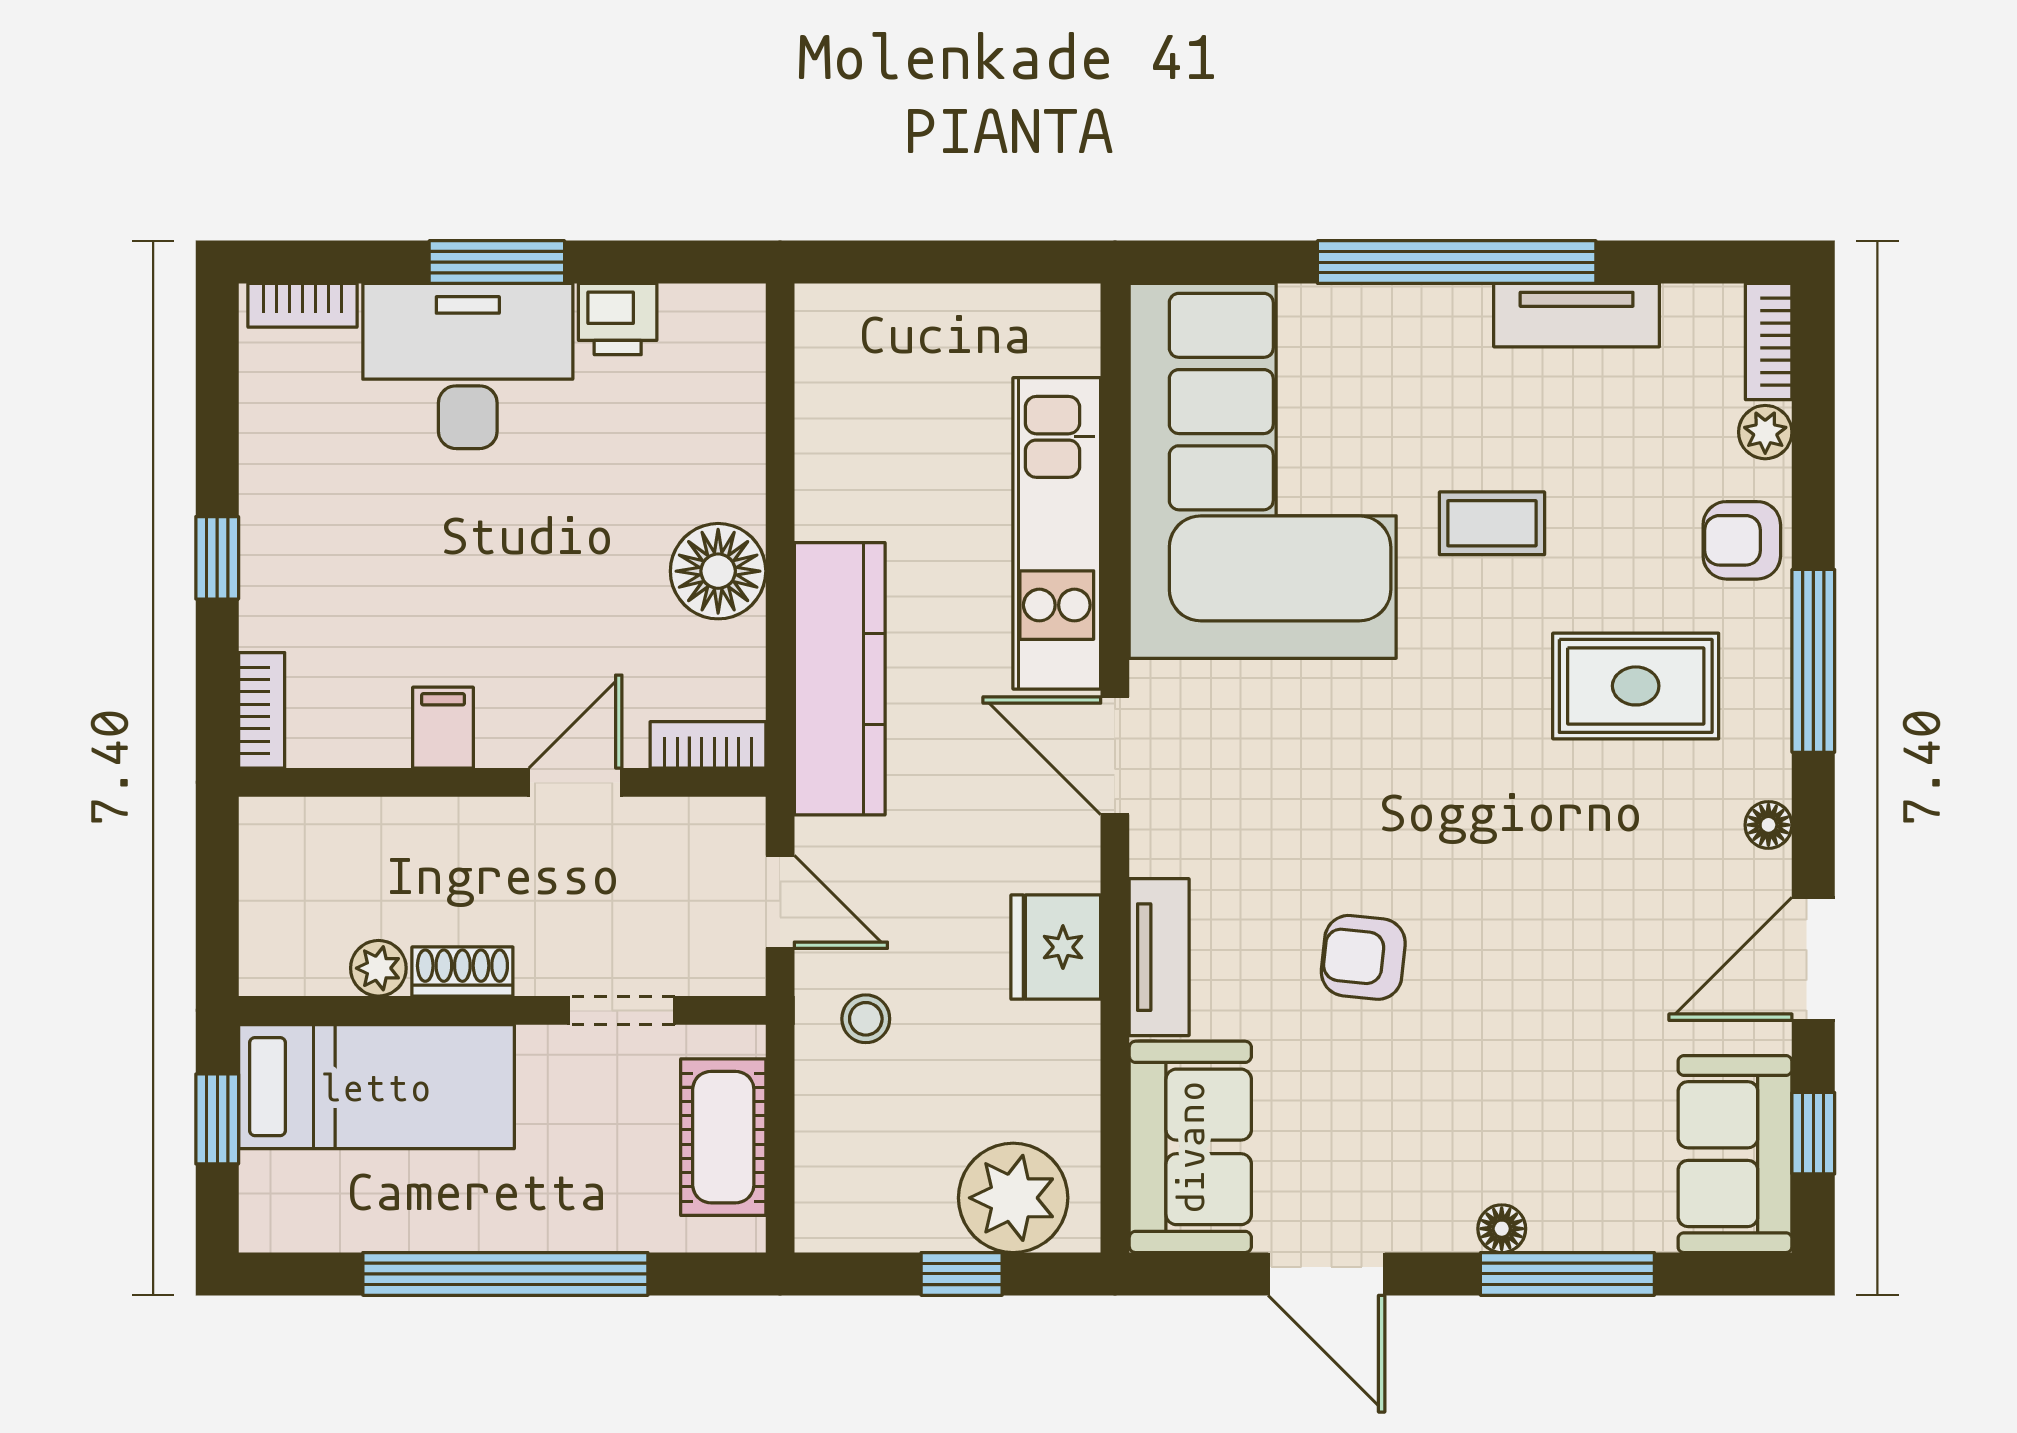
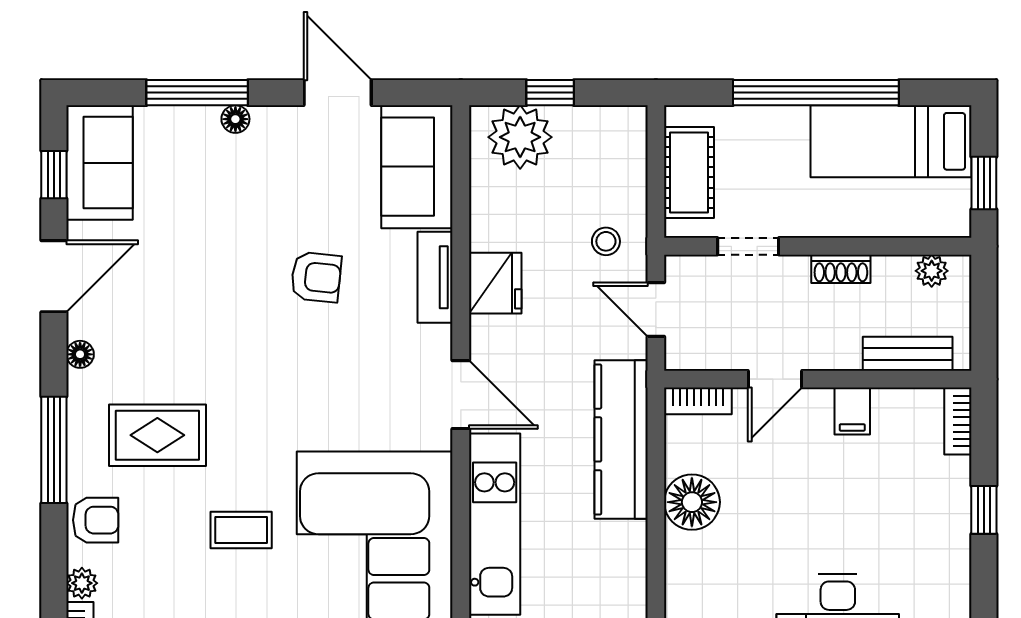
bench: (348, 826) -> (908, 354), added
plant: (378, 968) -> (932, 271), moved
bed: (376, 1087) -> (891, 141), moved

